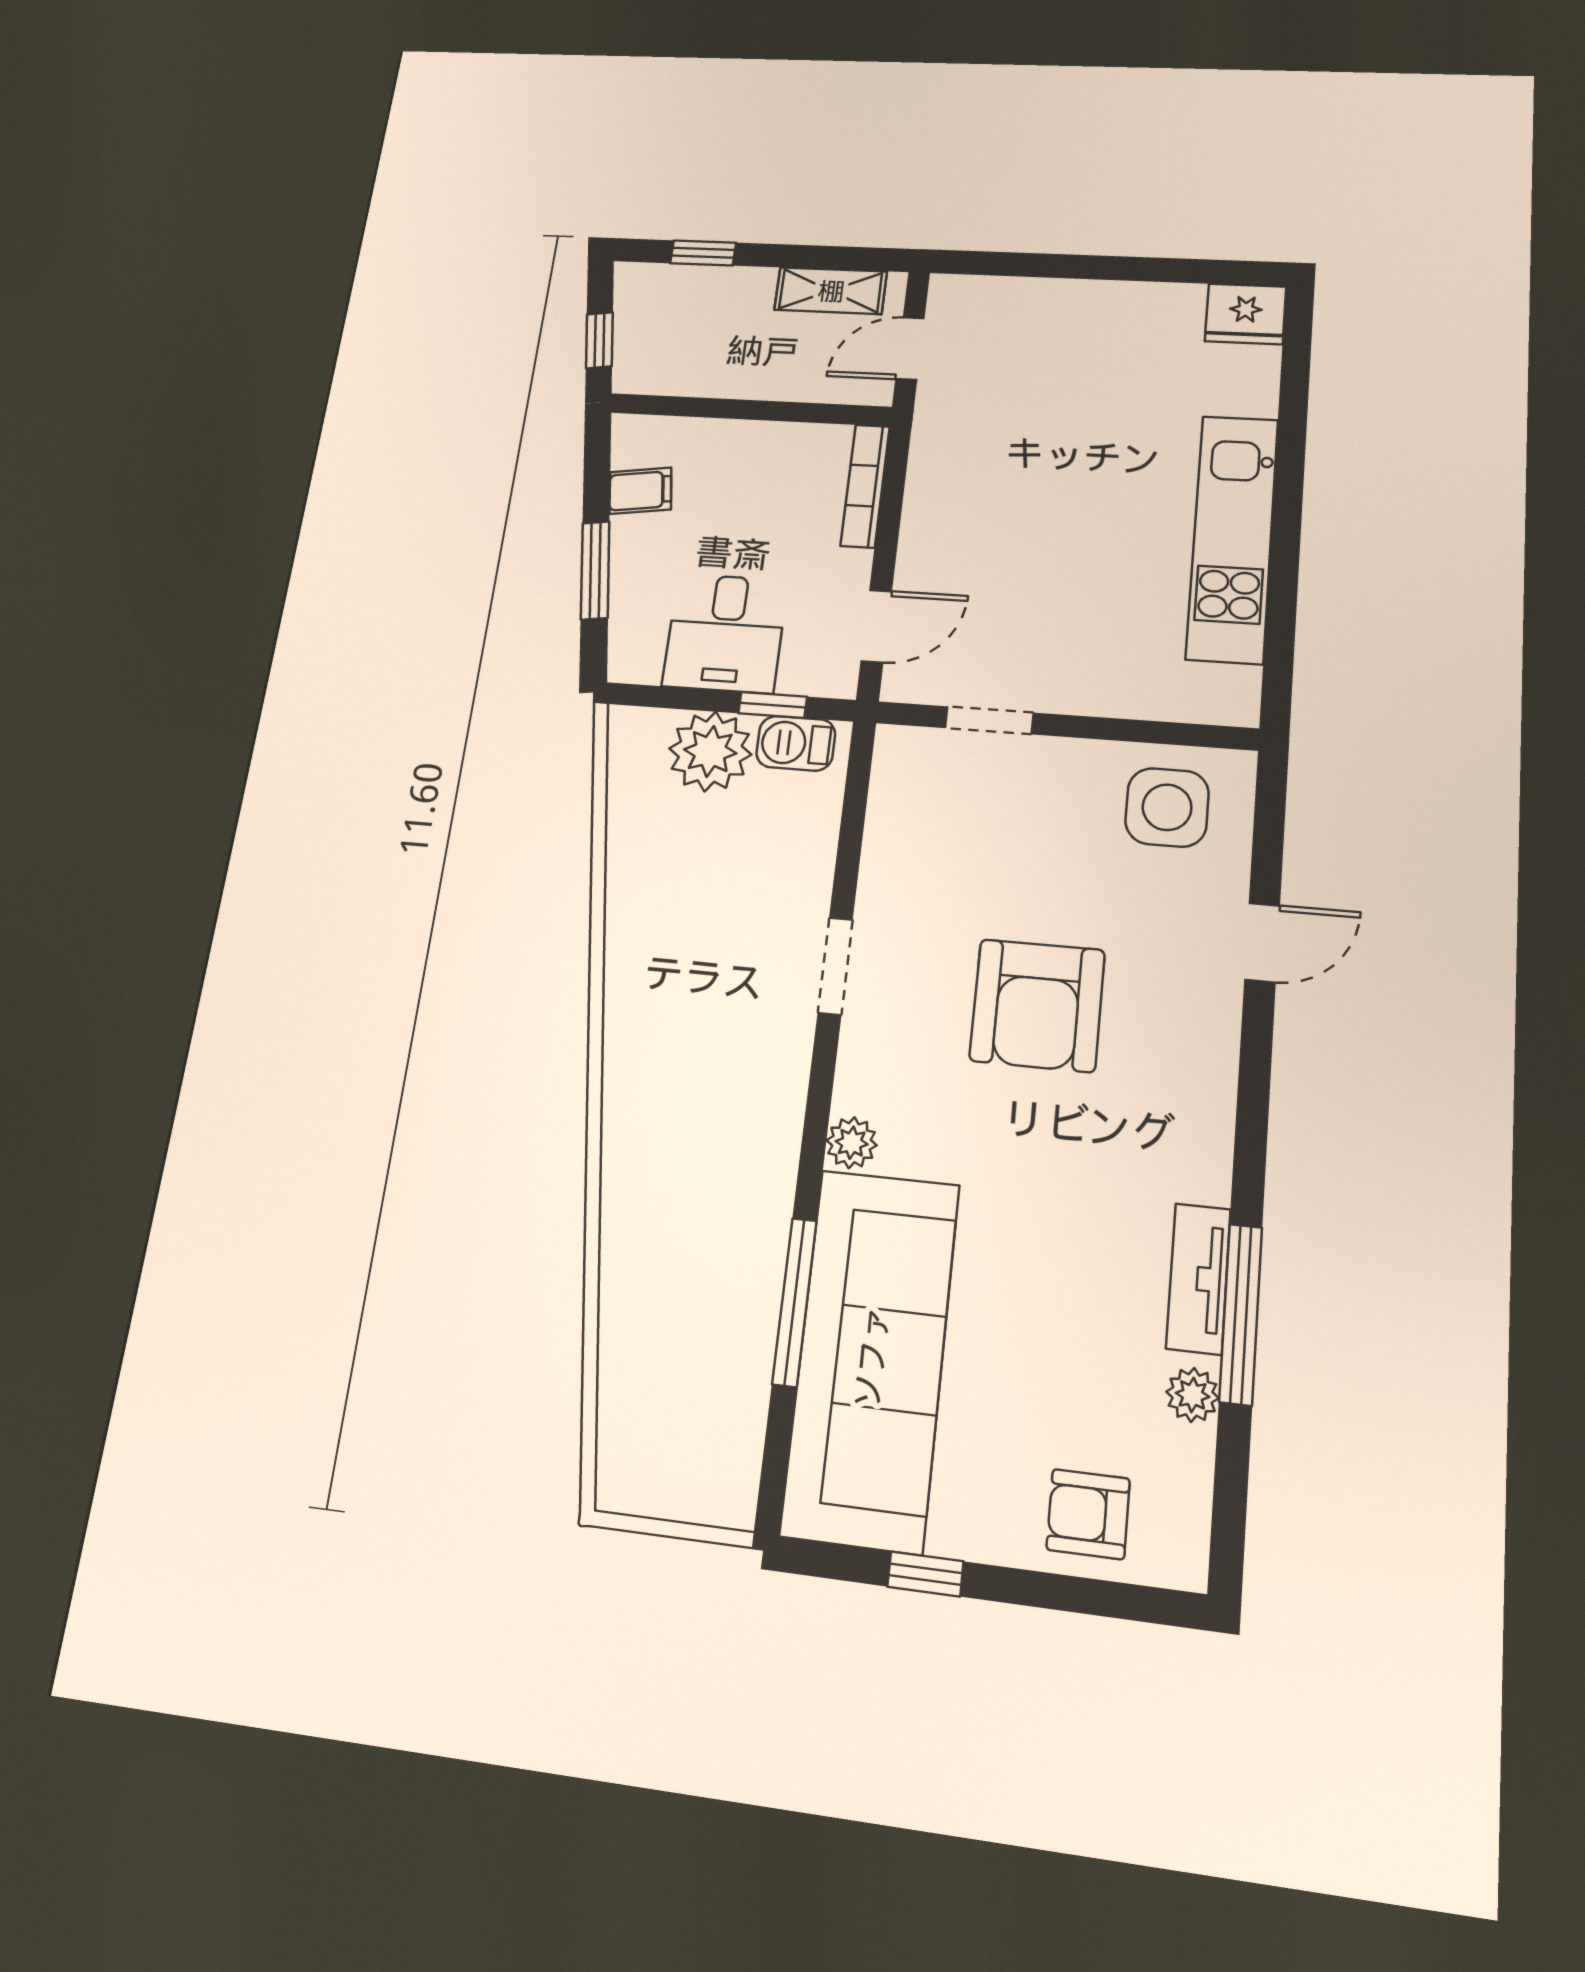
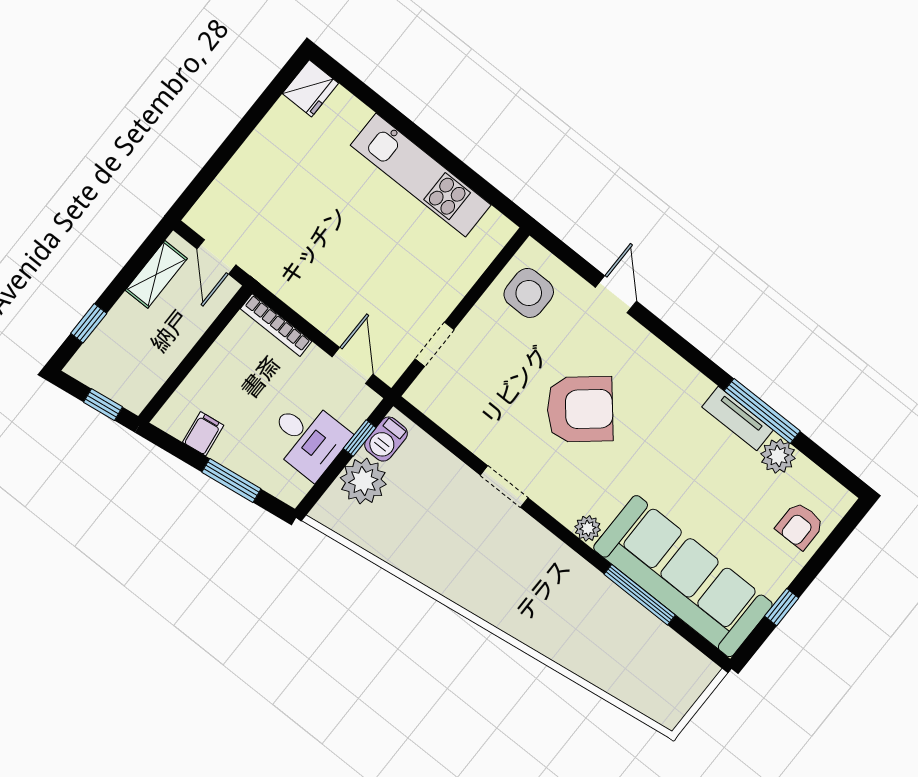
armchair: (1037, 1005) -> (580, 409), turned -40
plant: (1193, 1395) -> (778, 456), width x1.38, depth x1.38

